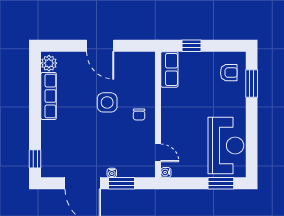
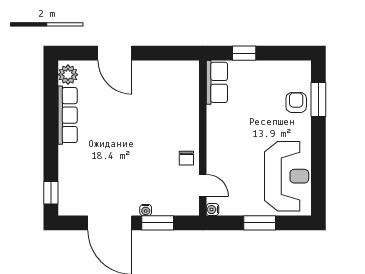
door: (100, 46) -> (115, 53), moved
armchair: (229, 73) -> (296, 103), moved, turned -90
side table: (107, 102) -> (140, 123), removed
chair: (139, 114) -> (186, 158), moved
window: (221, 183) -> (260, 223), moved

